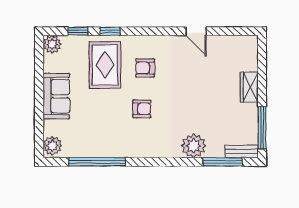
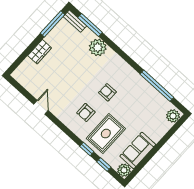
armchair: (145, 68) -> (86, 112), turned 90
sofa: (56, 96) -> (138, 150), moved

